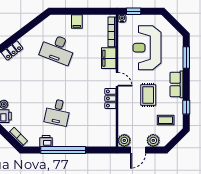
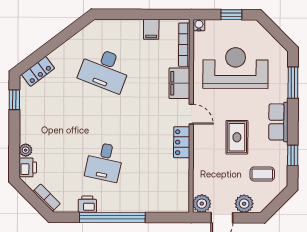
window: (134, 11) -> (231, 15), moved
filing cabinet: (77, 21) -> (151, 29), moved
reception desk: (147, 48) -> (236, 68), turned 90

